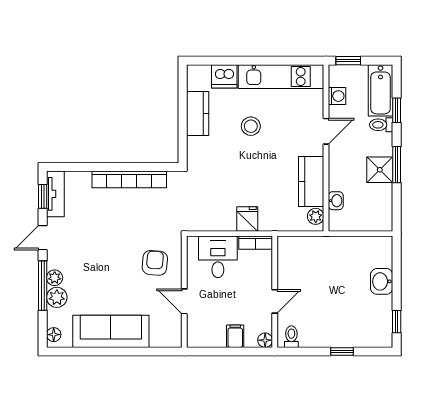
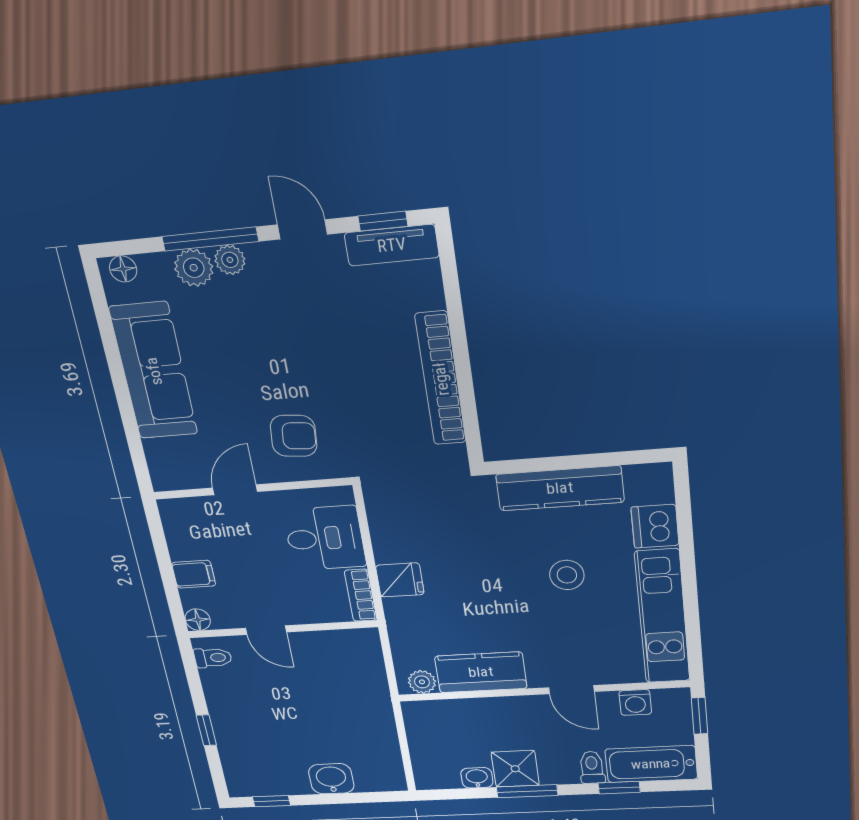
kitchen counter: (198, 113) -> (560, 488), width x1.50
washbasin: (336, 201) -> (477, 778), moved, turned 180

